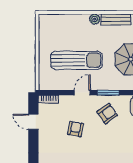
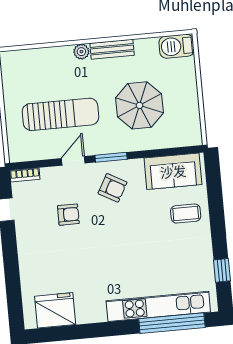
armchair: (107, 114) -> (112, 188), turned 64
armchair: (75, 129) -> (68, 215), turned 79

